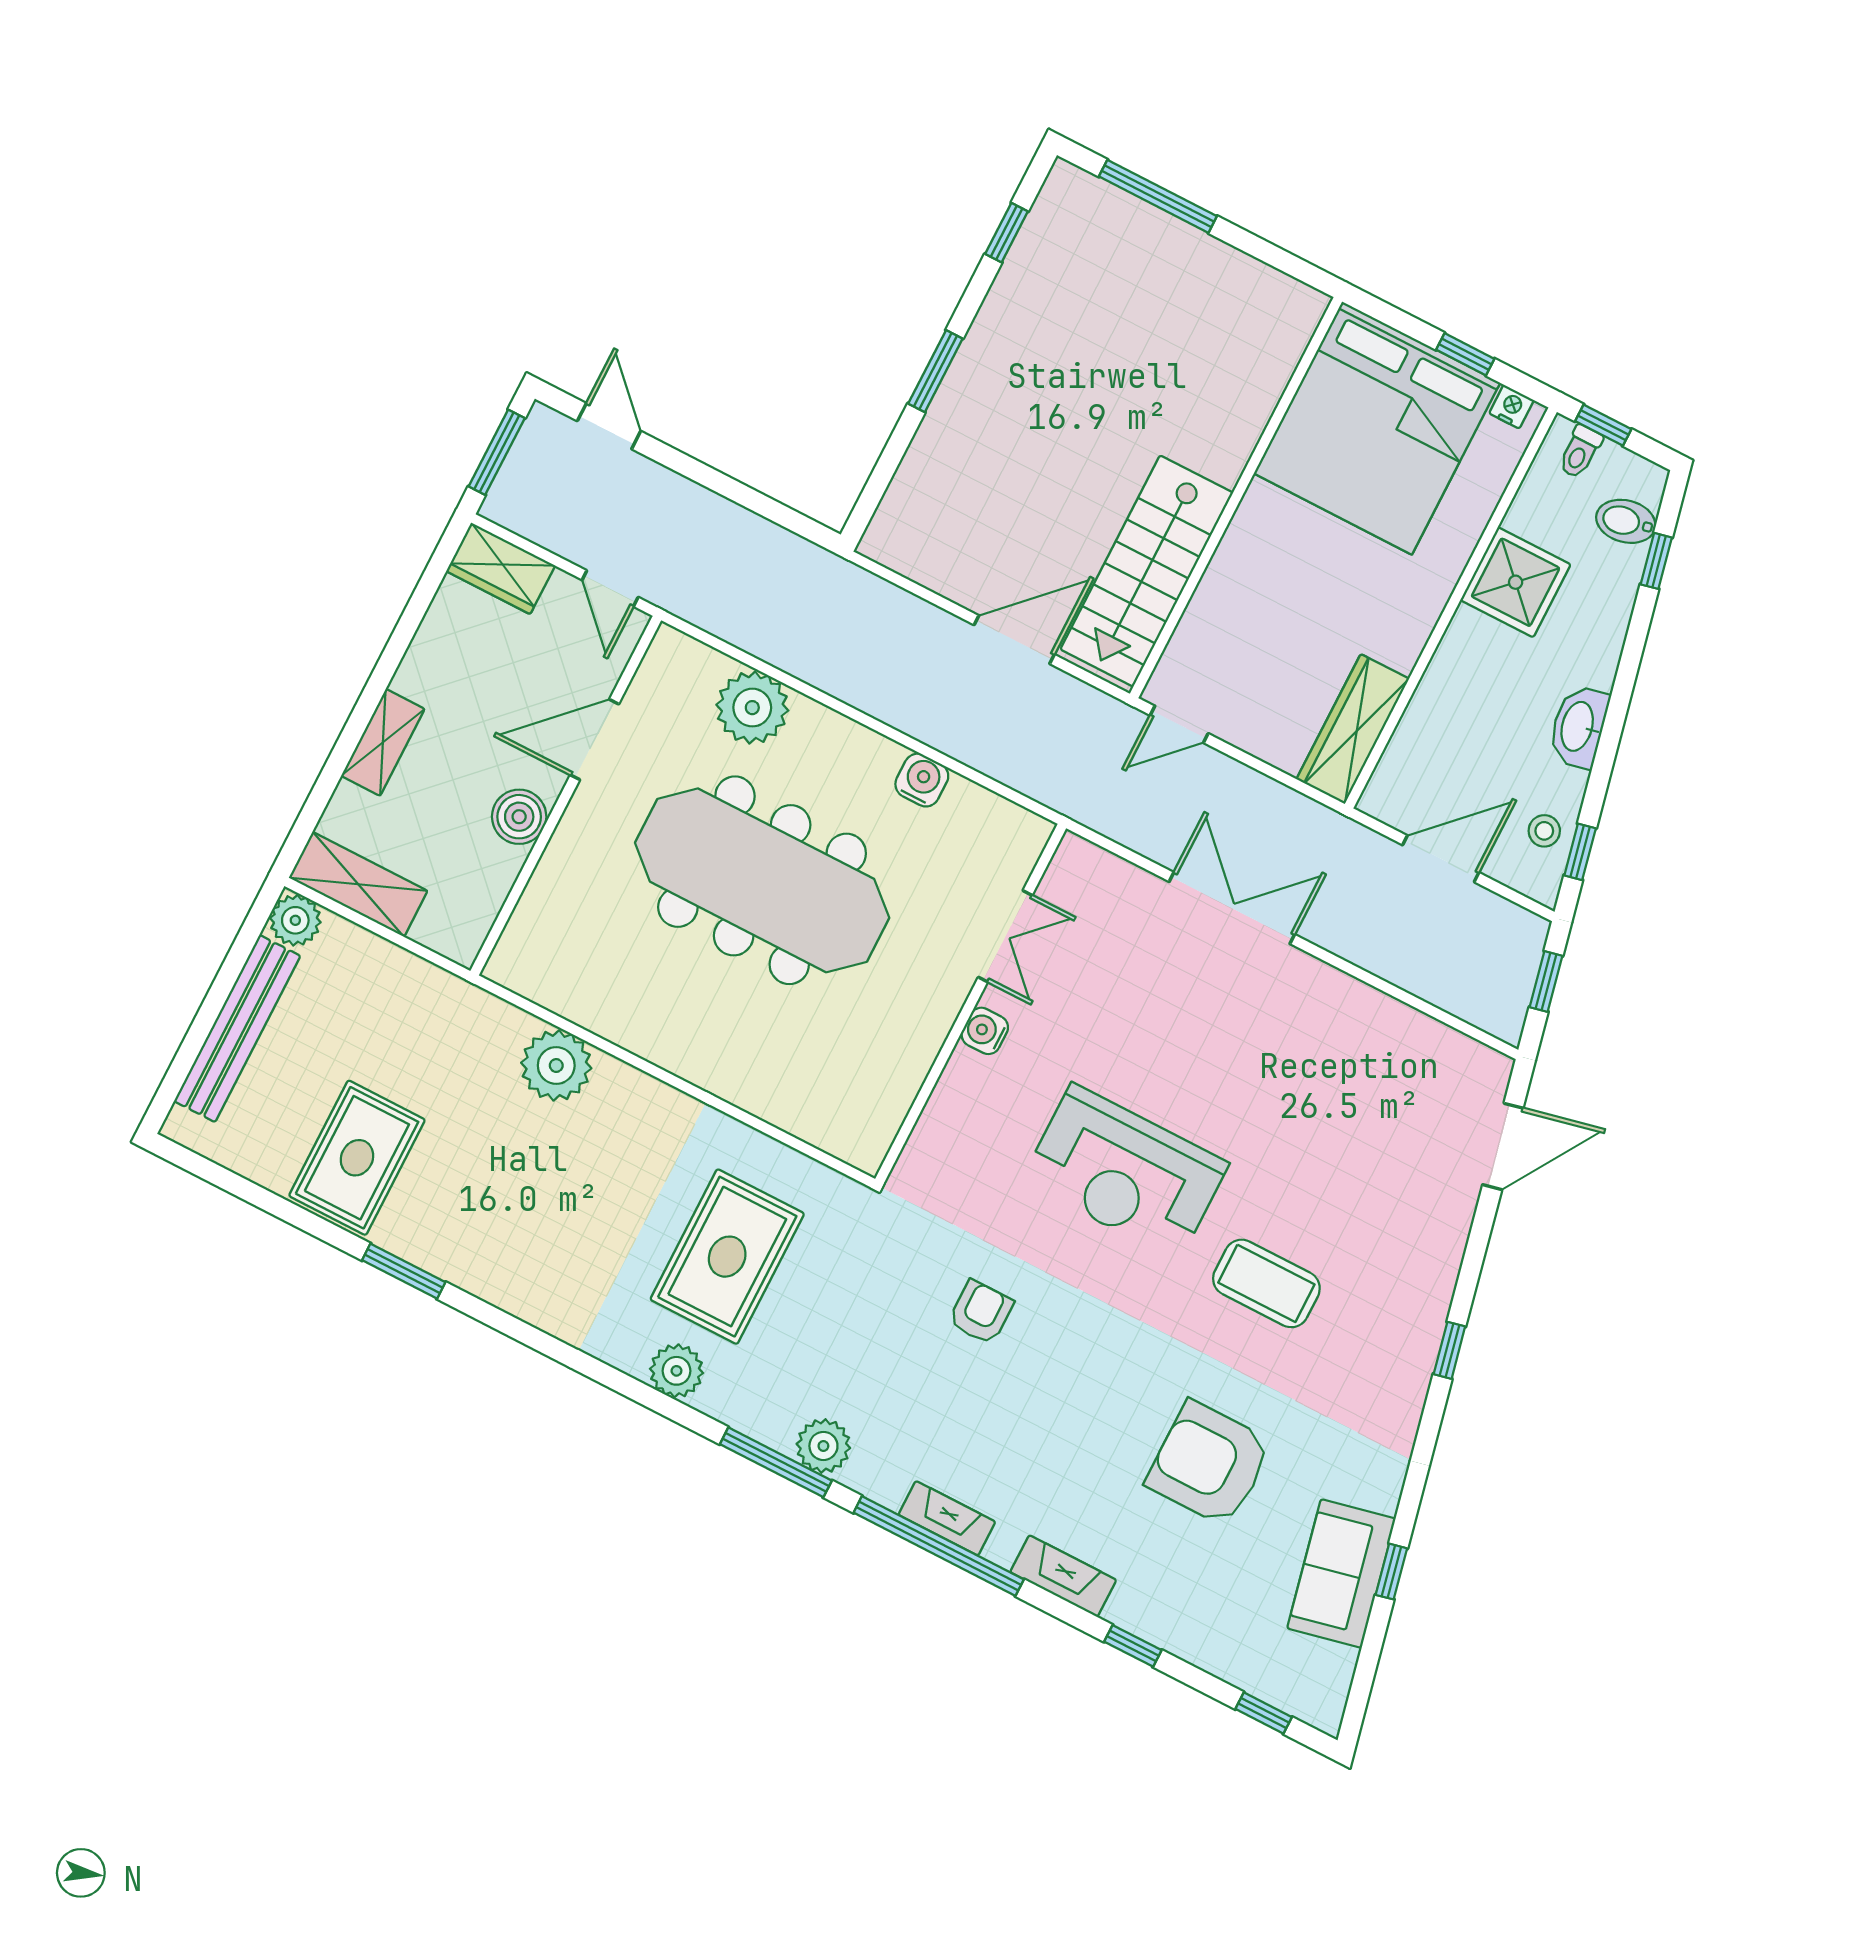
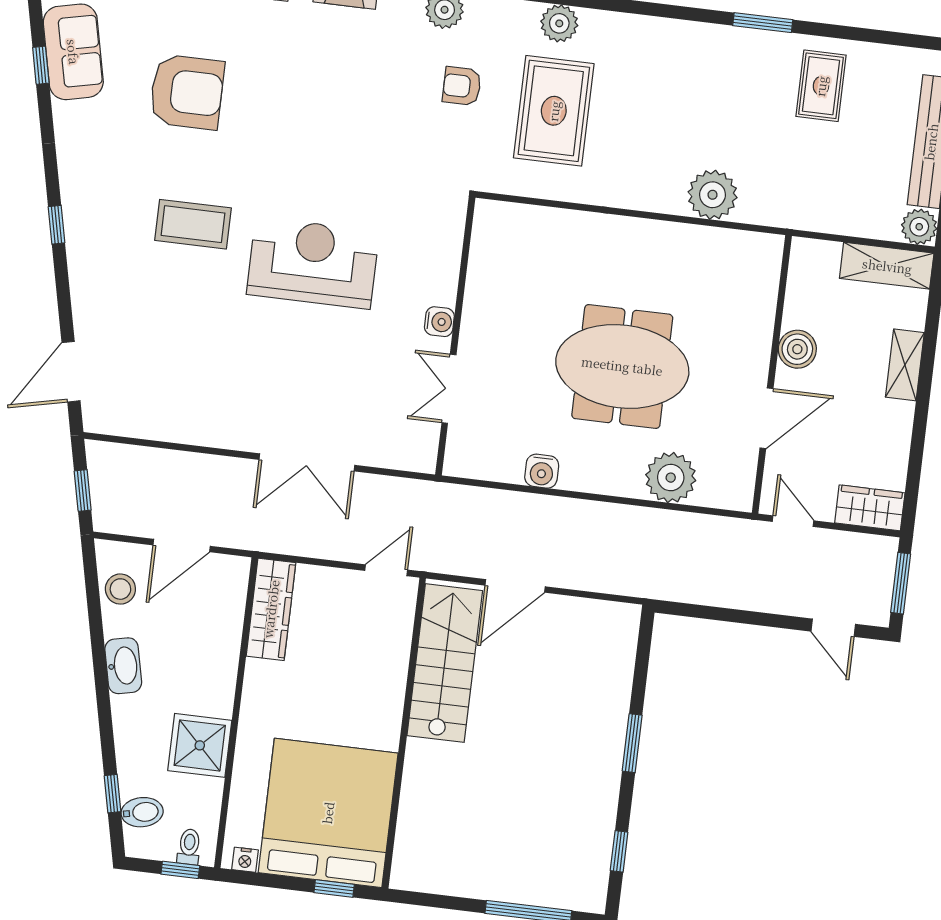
window: (1465, 354) -> (334, 888), moved
stool: (1544, 831) -> (120, 589), width x1.37, depth x1.37
window: (1580, 852) -> (92, 584), removed
meeting table: (762, 880) -> (622, 366), width x0.73
rug: (357, 1158) -> (821, 86), width x0.73, depth x0.70
armchair: (981, 1312) -> (462, 86), moved, turned 90

